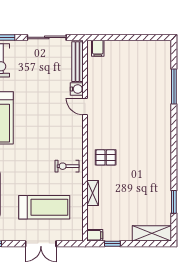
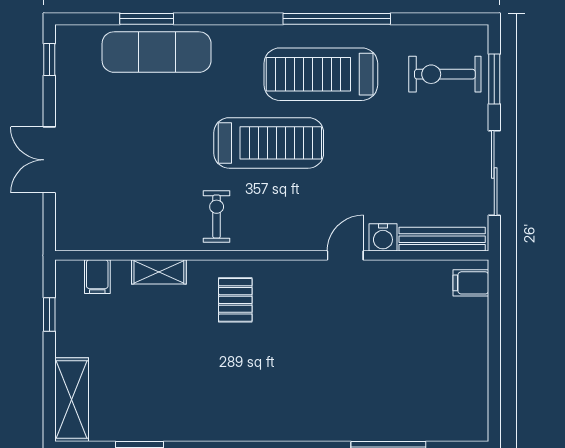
treadmill: (44, 207) -> (269, 143), moved, turned -90
filing cabinet: (95, 235) -> (97, 277), moved

